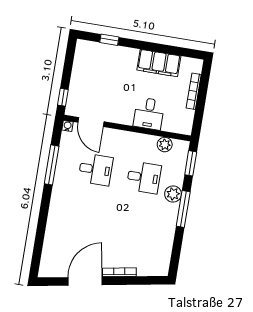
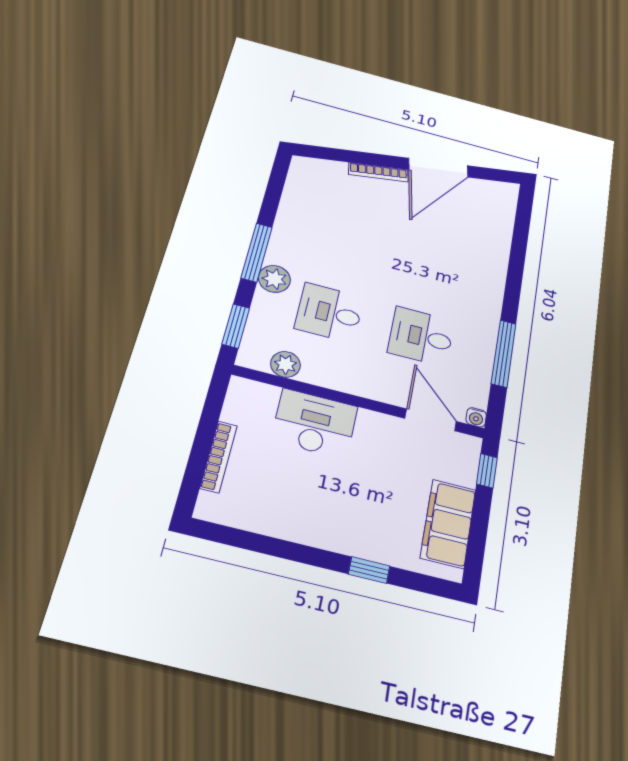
window: (109, 40) -> (369, 570), moved
filing cabinet: (159, 63) -> (448, 524), moved, turned -90
desk: (149, 114) -> (315, 423), width x1.37

